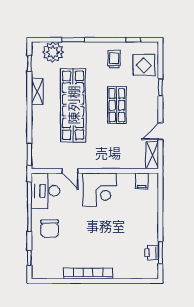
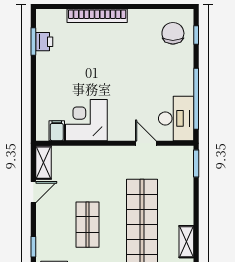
corner desk: (100, 189) -> (86, 120), moved
chair: (50, 229) -> (173, 33), moved
bookcase: (88, 273) -> (97, 16), moved

